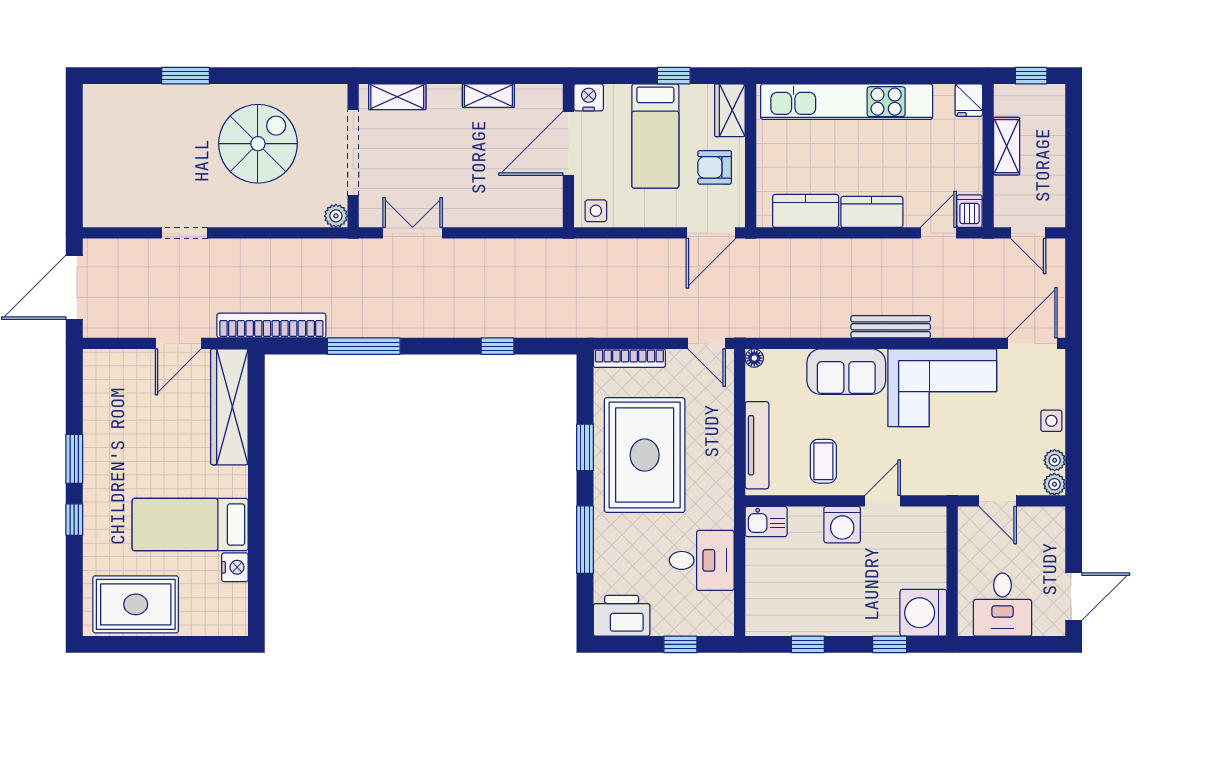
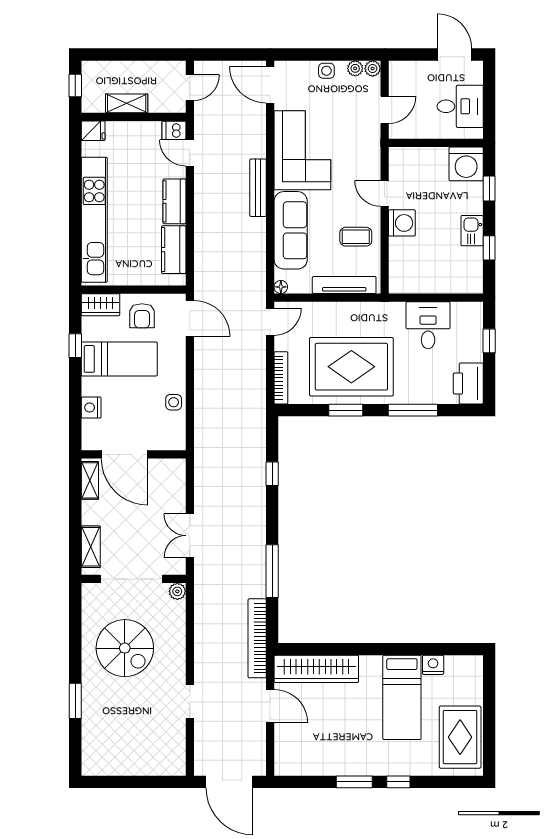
door: (568, 143) -> (125, 454), moved
spiral stairs: (258, 144) -> (125, 648), turned 180
wall: (568, 156) -> (134, 454), moved
sofa: (846, 372) -> (291, 230), width x1.36
kitchen sink: (766, 521) -> (472, 231), moved, turned 180

